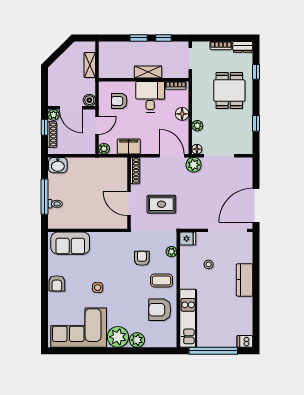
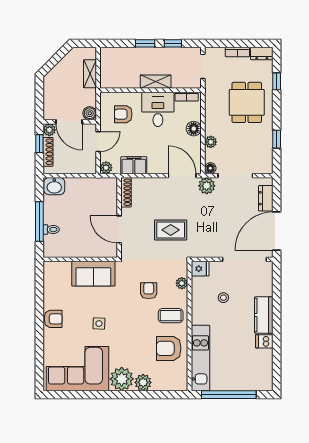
shoe rack: (135, 171) -> (126, 192), moved
dresser: (246, 176) -> (266, 198), added
wall: (129, 193) -> (119, 217), moved
door: (129, 204) -> (119, 229), moved
sofa: (70, 243) -> (93, 274), moved
armchair: (57, 283) -> (53, 319), turned -90
dishwasher: (245, 341) -> (264, 341), moved

